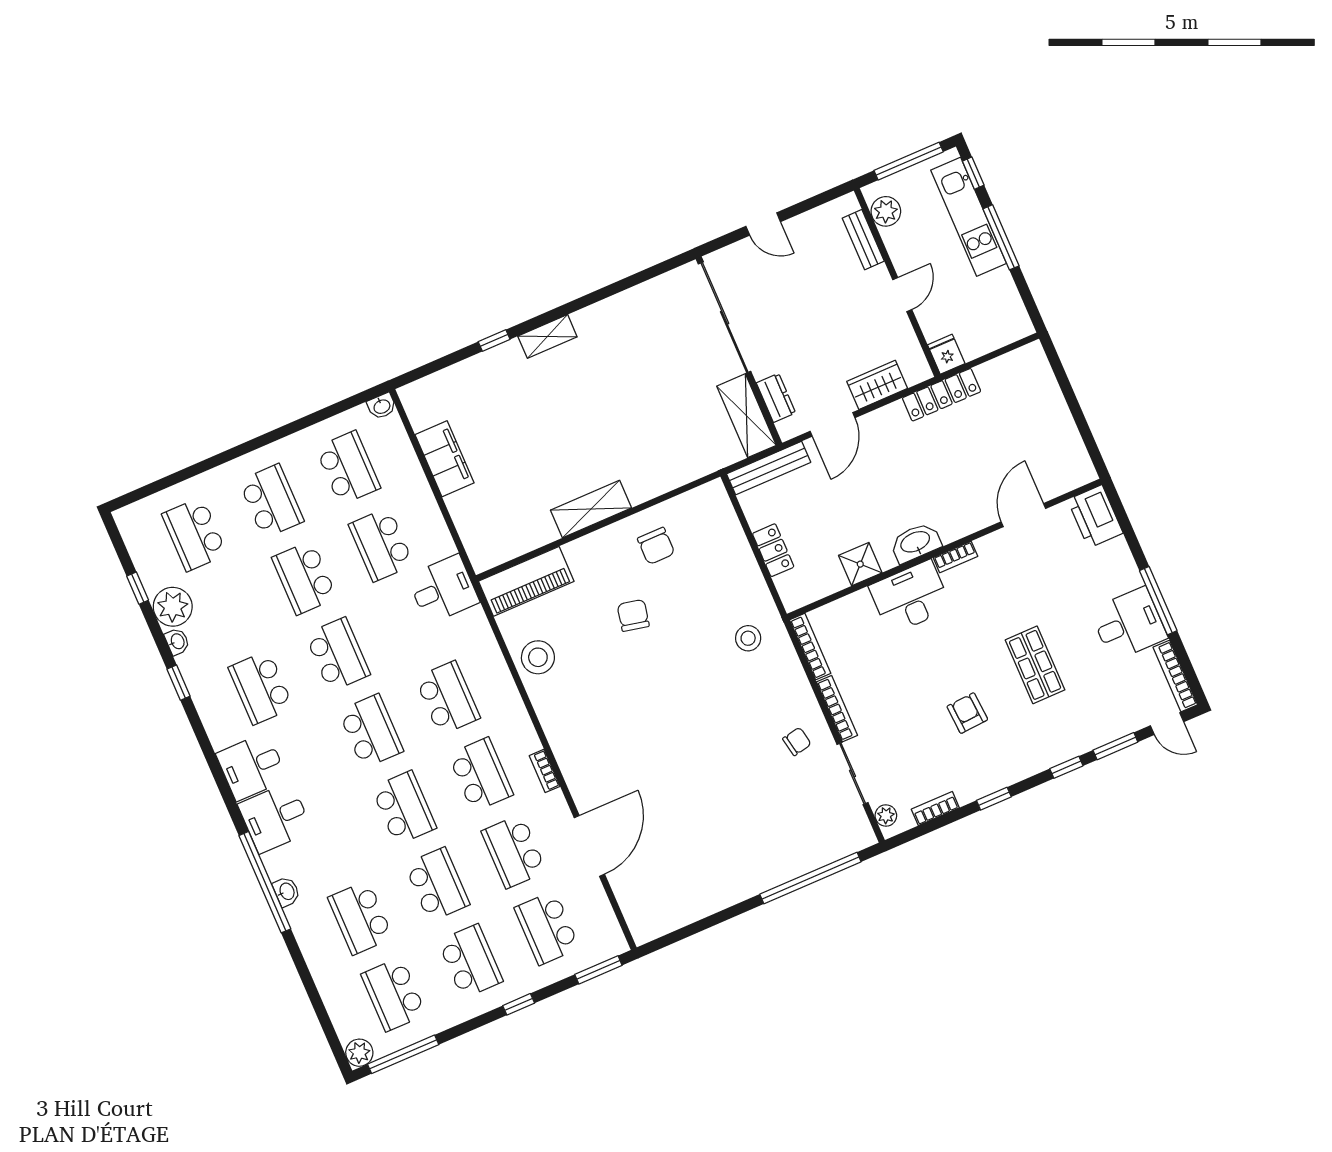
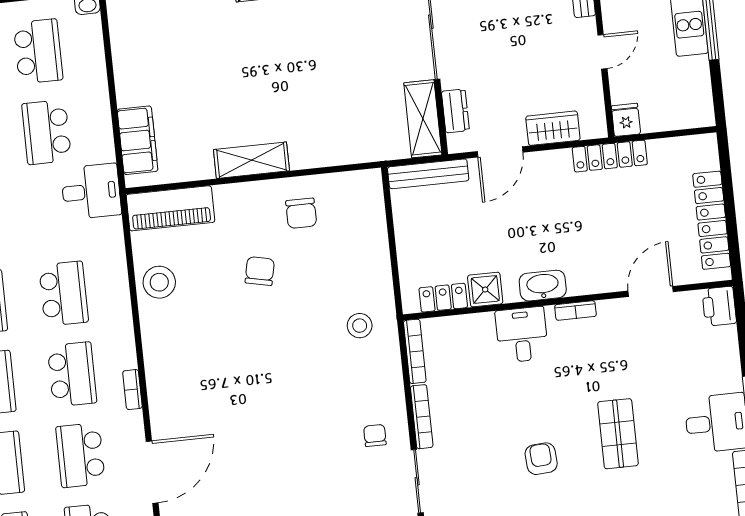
locker: (1061, 426) -> (712, 220), added
filing cabinet: (444, 459) -> (138, 140), moved
printer: (1095, 516) -> (719, 306), width x0.73, depth x0.84
locker: (773, 550) -> (443, 298), moved, turned -90
desk: (910, 597) -> (522, 335), width x0.73
chair: (797, 741) -> (375, 435), turned -79

